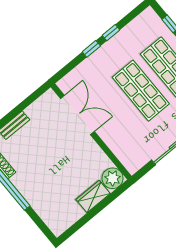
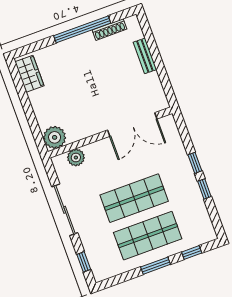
plant: (123, 154) -> (76, 157), added
wardrobe: (93, 197) -> (29, 74), moved

